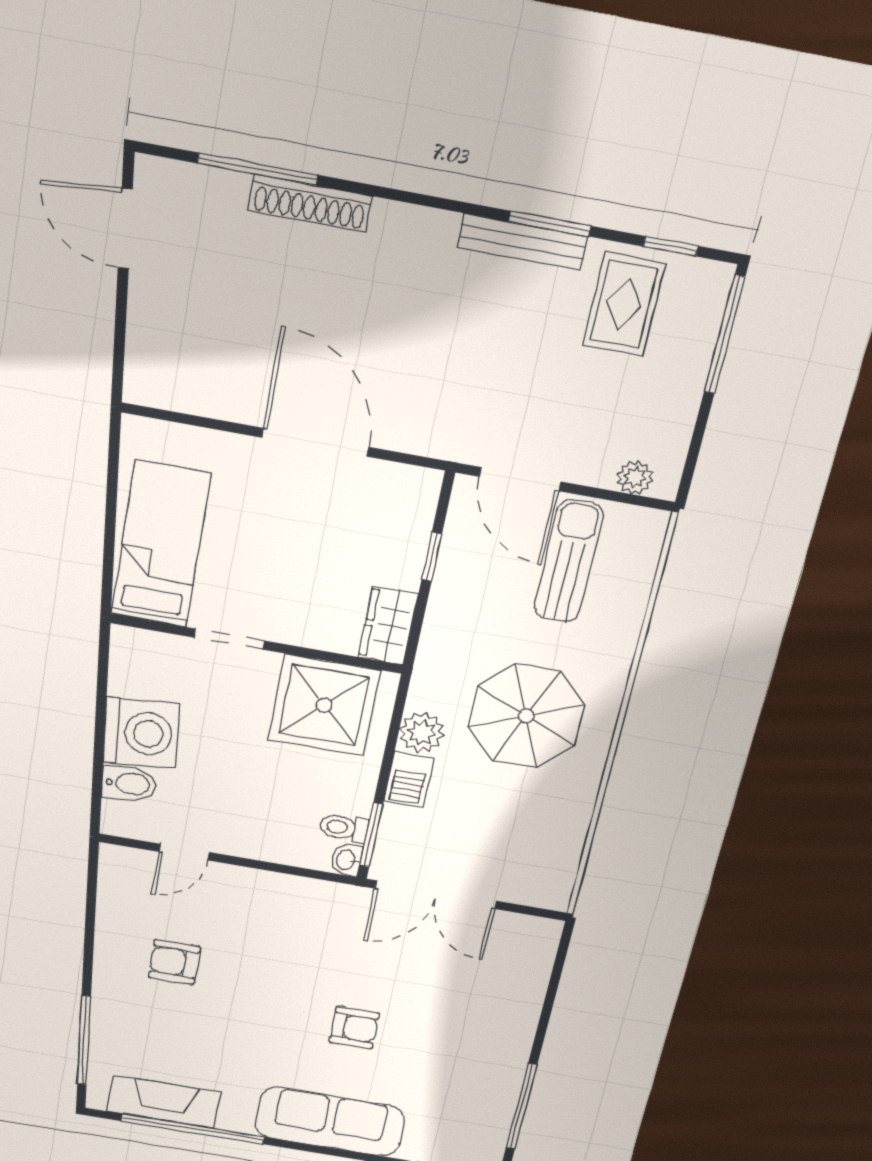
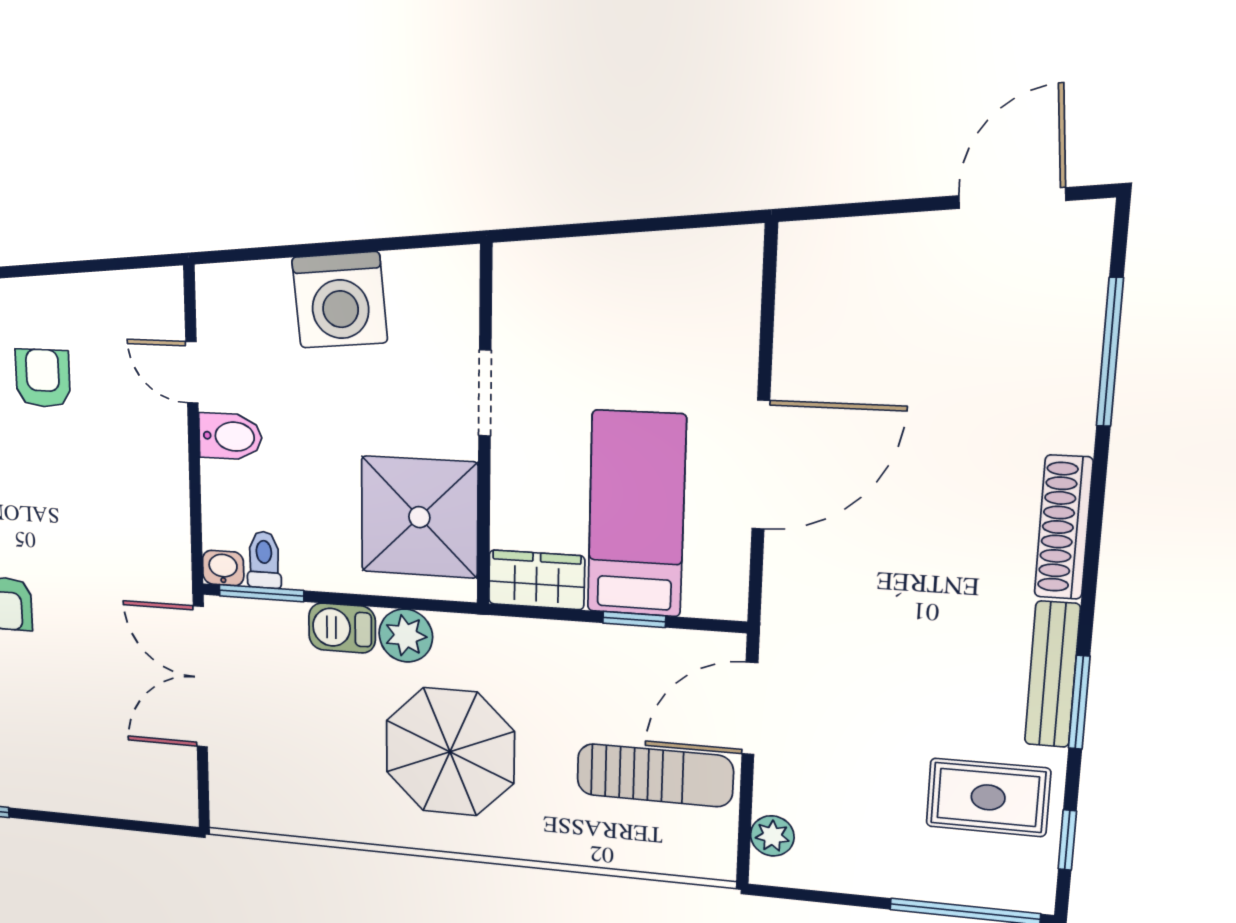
shoe rack: (310, 203) -> (1064, 527), moved
bed: (161, 544) -> (636, 514), moved, turned -90
bidet: (129, 784) -> (230, 436), moved, turned -85

